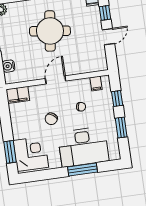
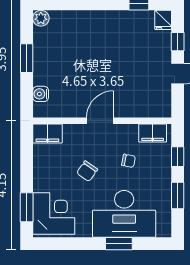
round table: (50, 31) -> (102, 55), removed
filing cabinet: (96, 83) -> (153, 133), width x2.00
window: (83, 169) -> (119, 244), width x0.69

